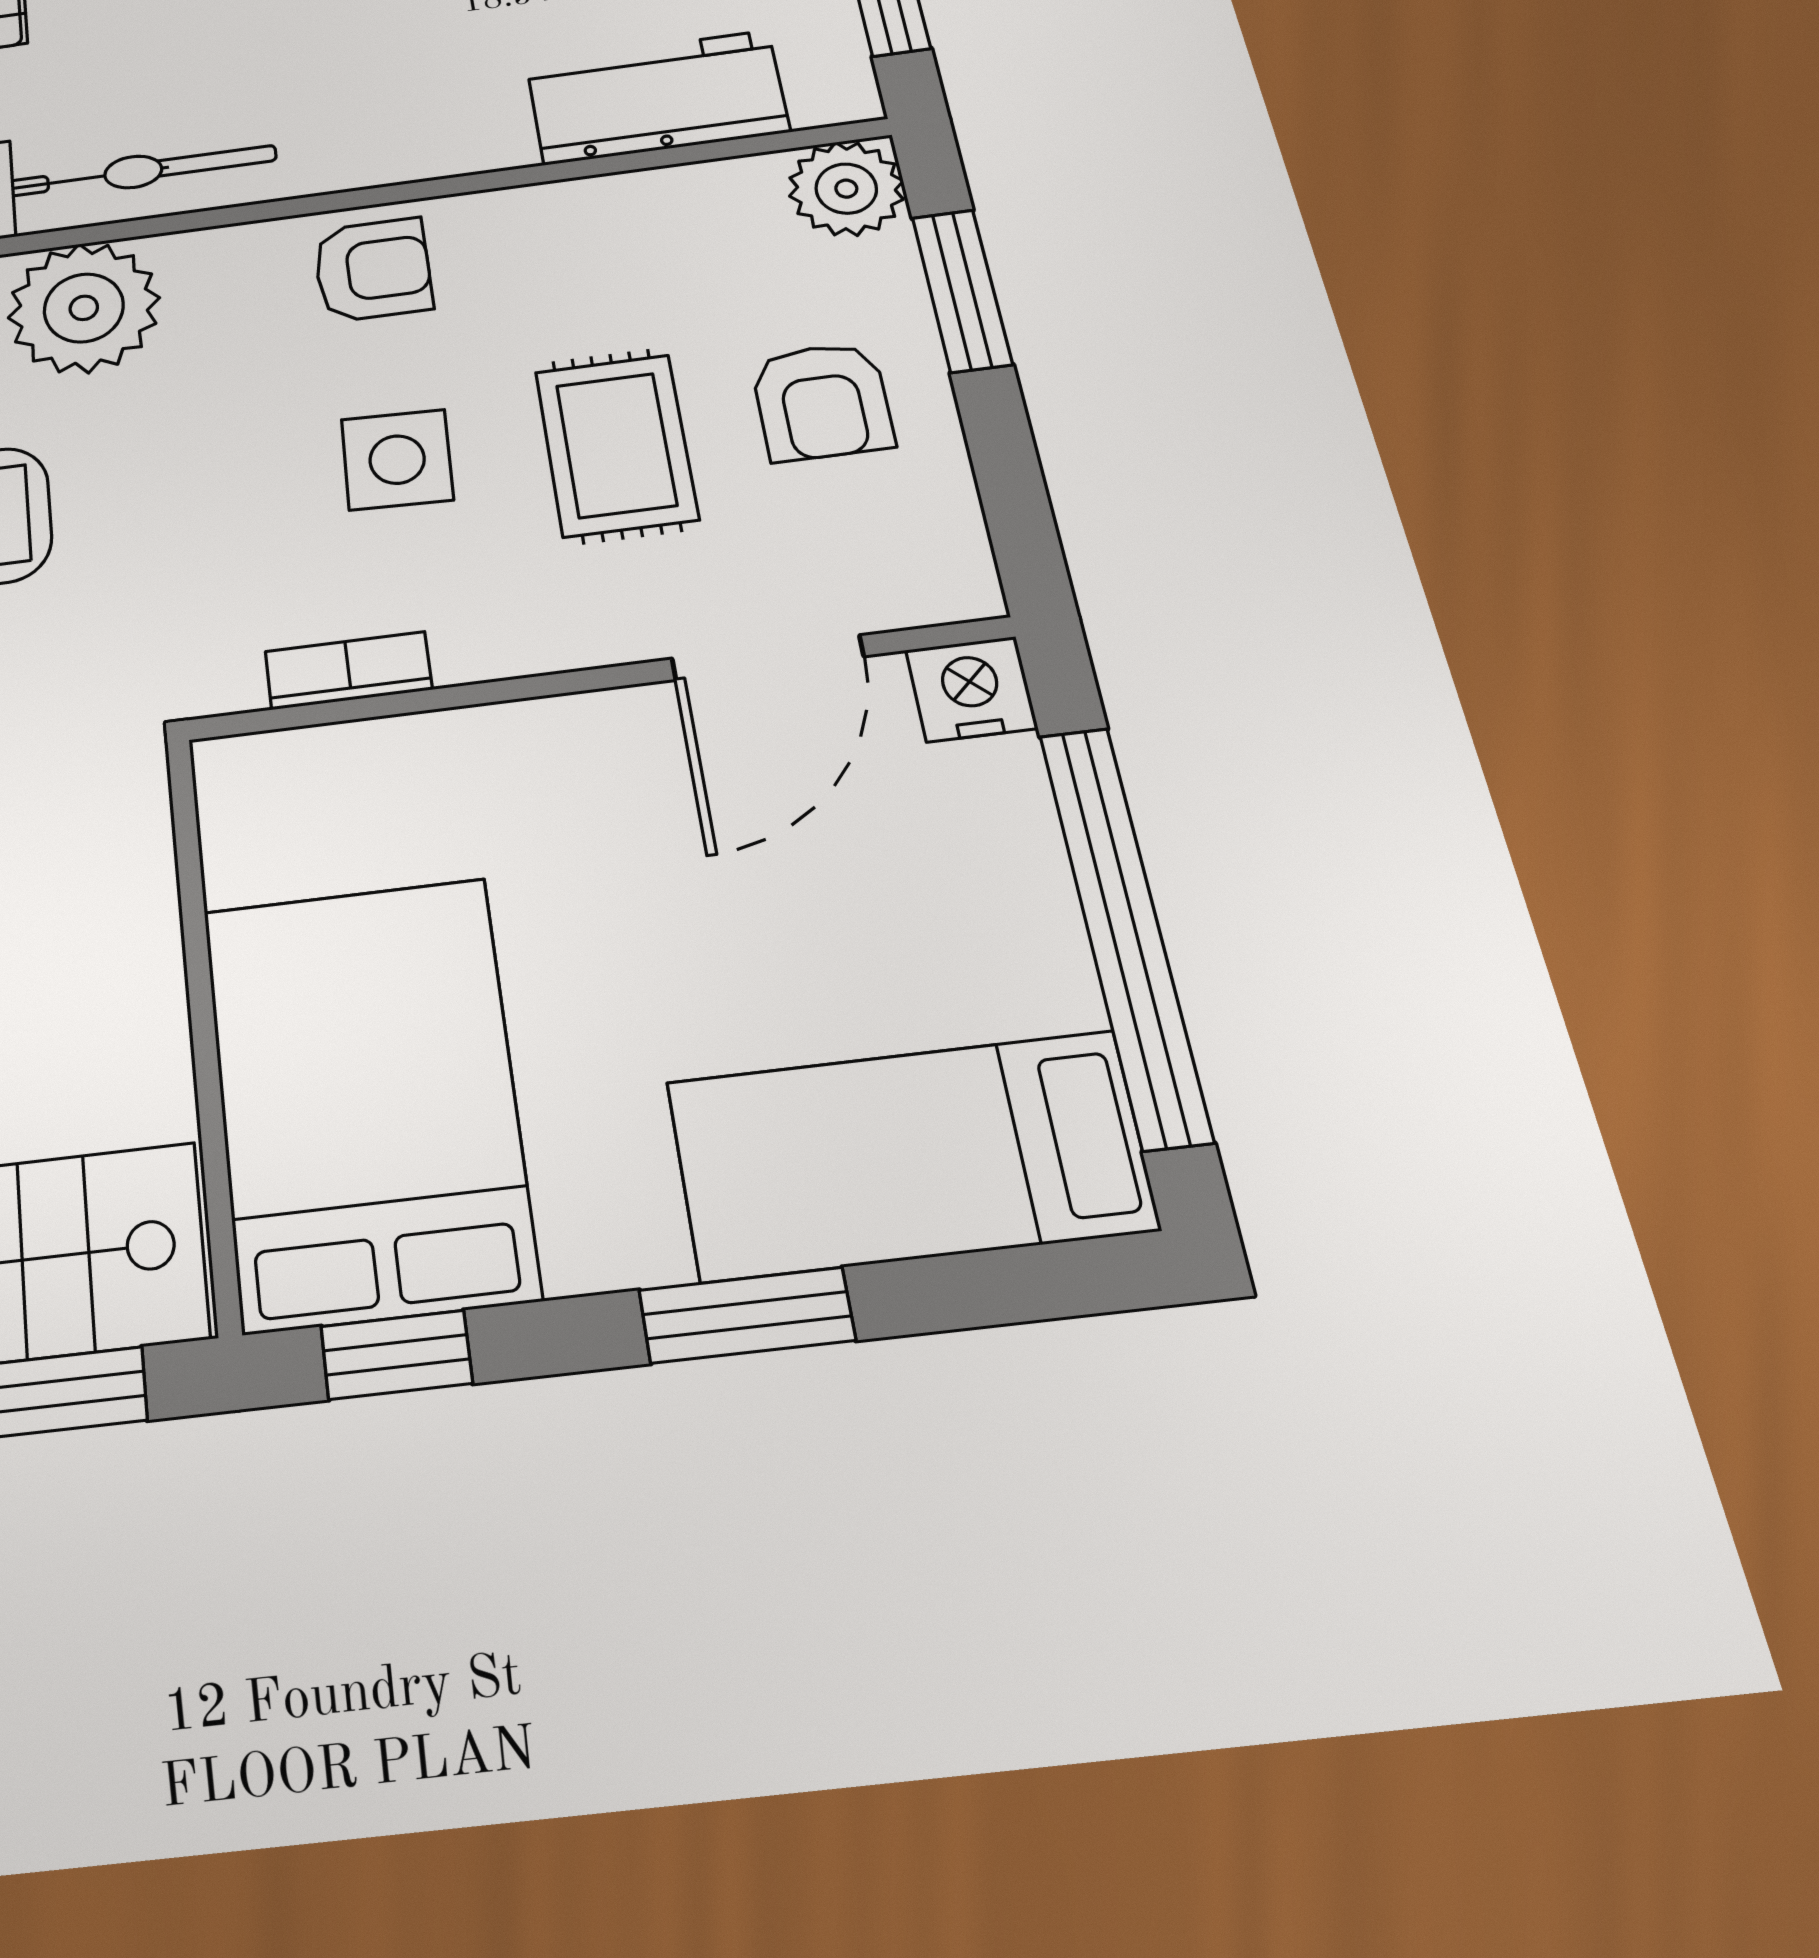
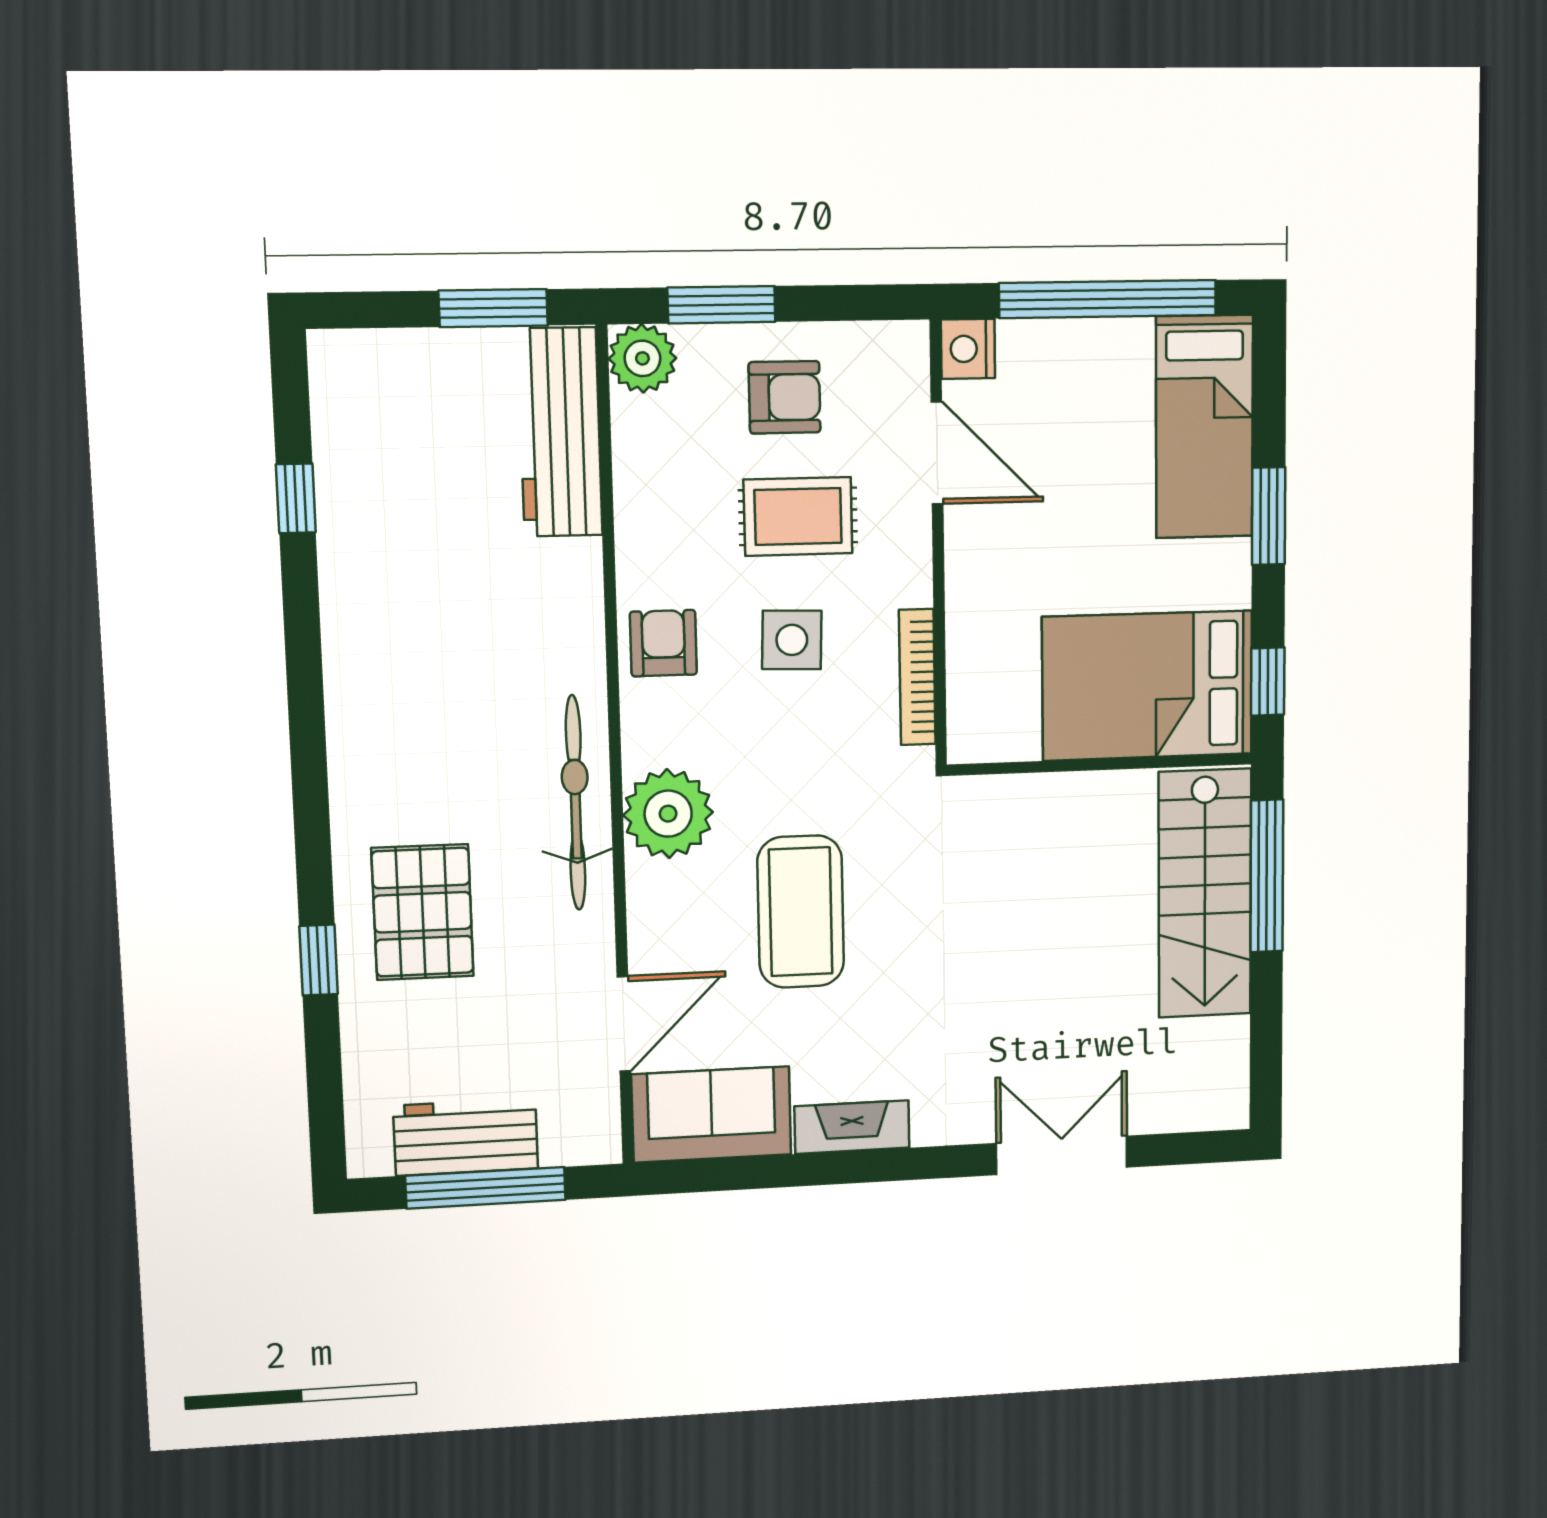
workbench: (657, 97) -> (560, 432), width x1.37
bookcase: (348, 671) -> (917, 677), width x1.56

